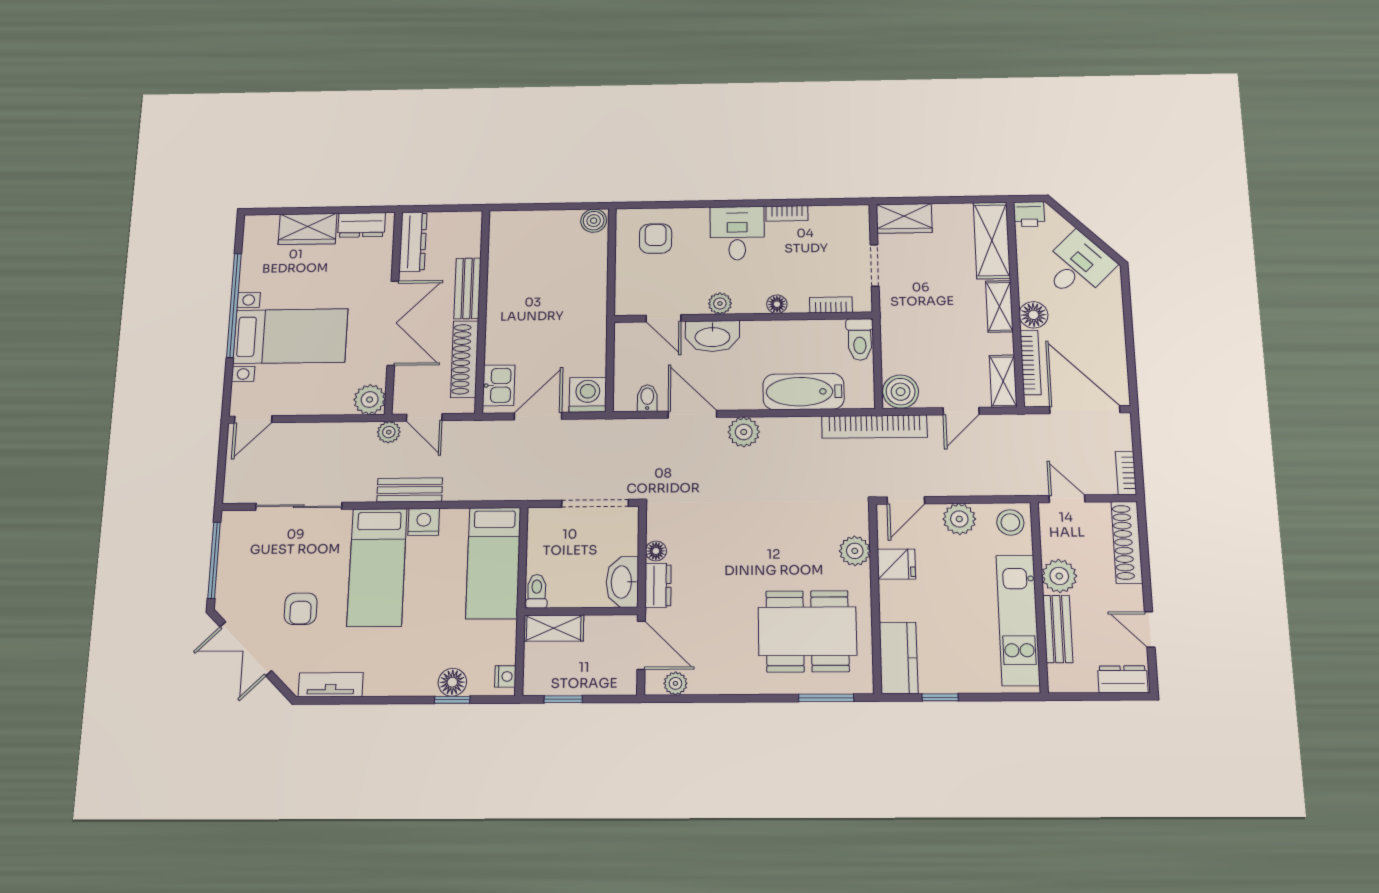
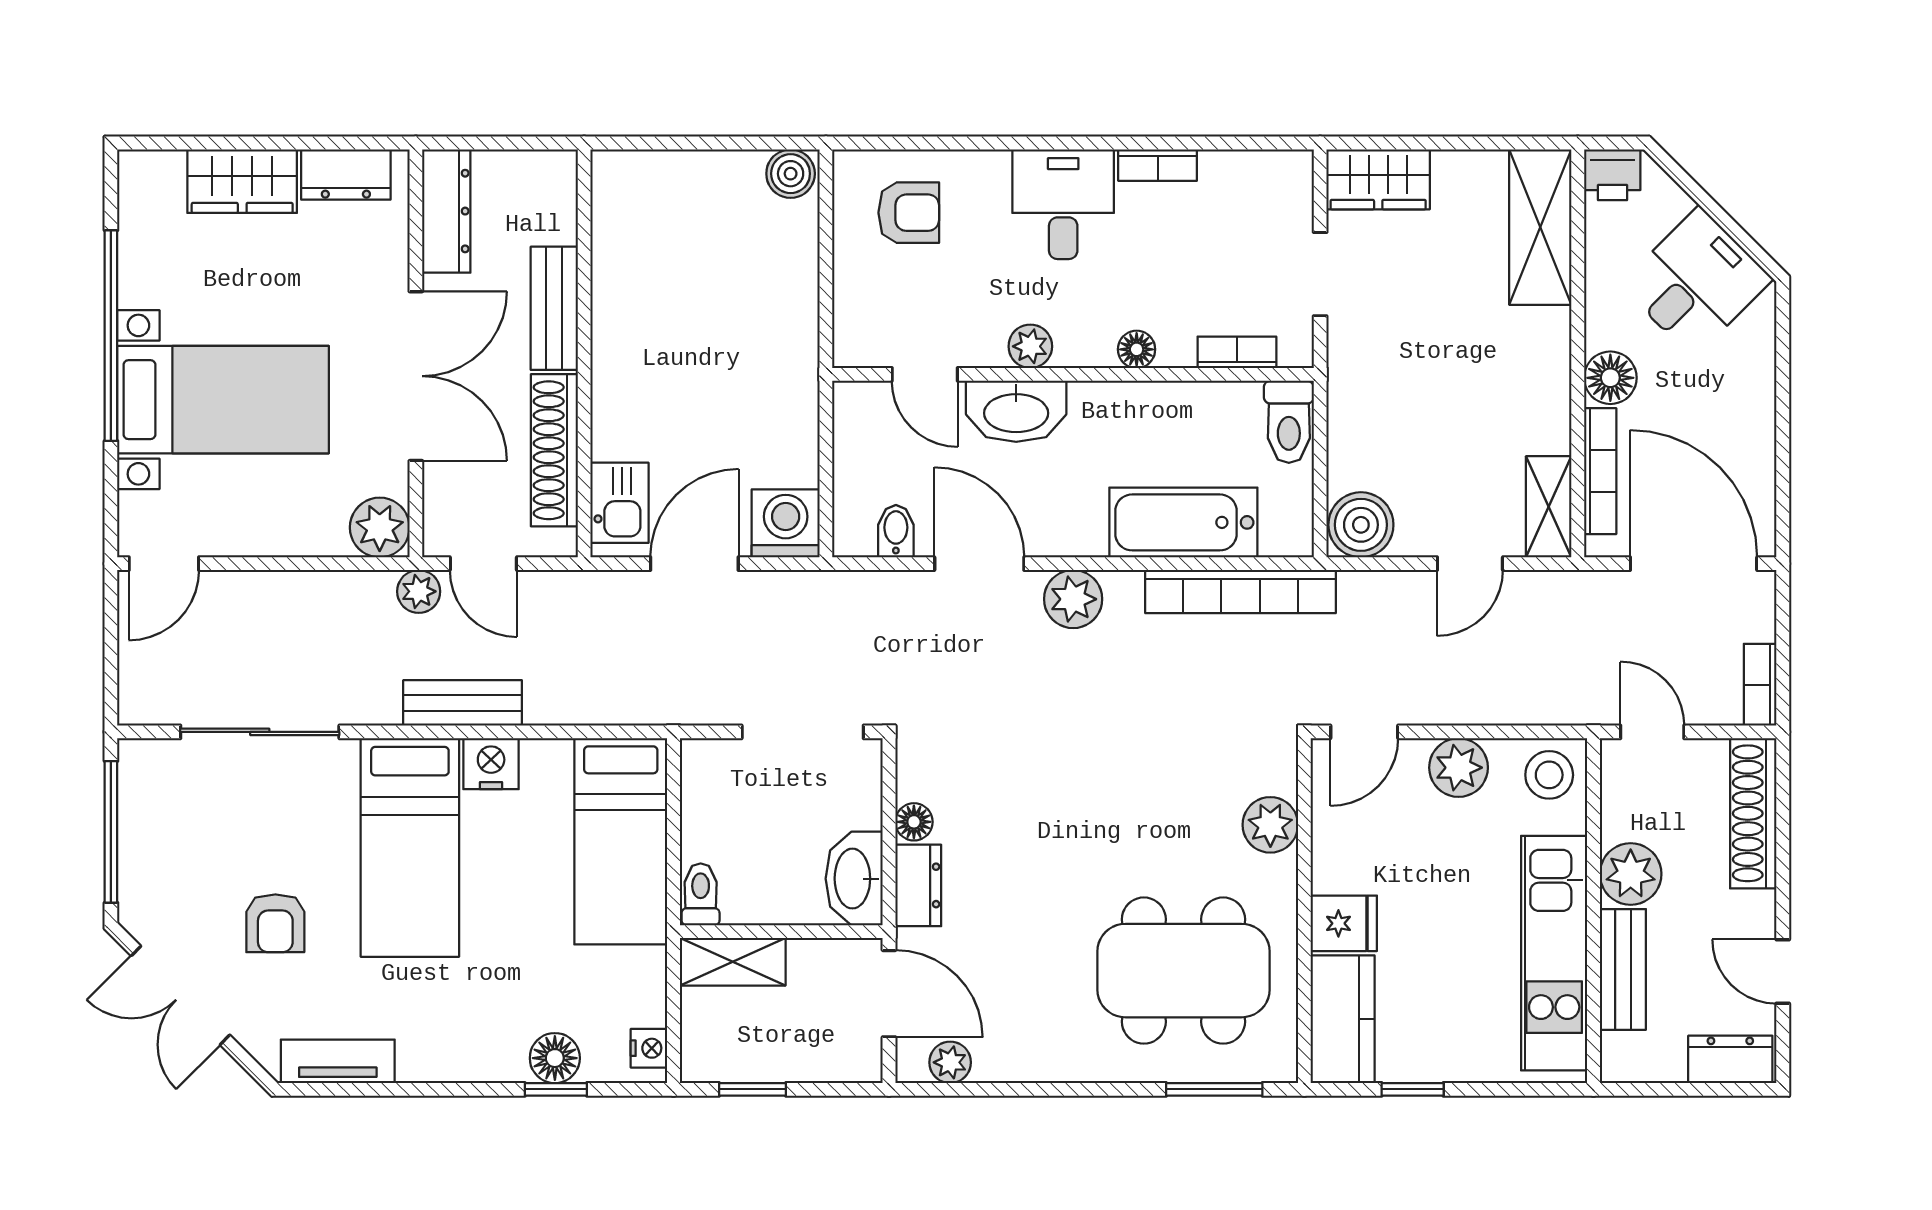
armchair: (656, 239) -> (909, 213), turned 90
shelving: (999, 306) -> (1548, 360), removed
bookcase: (874, 427) -> (1240, 592), moved
fridge: (896, 564) -> (1344, 923), moved

